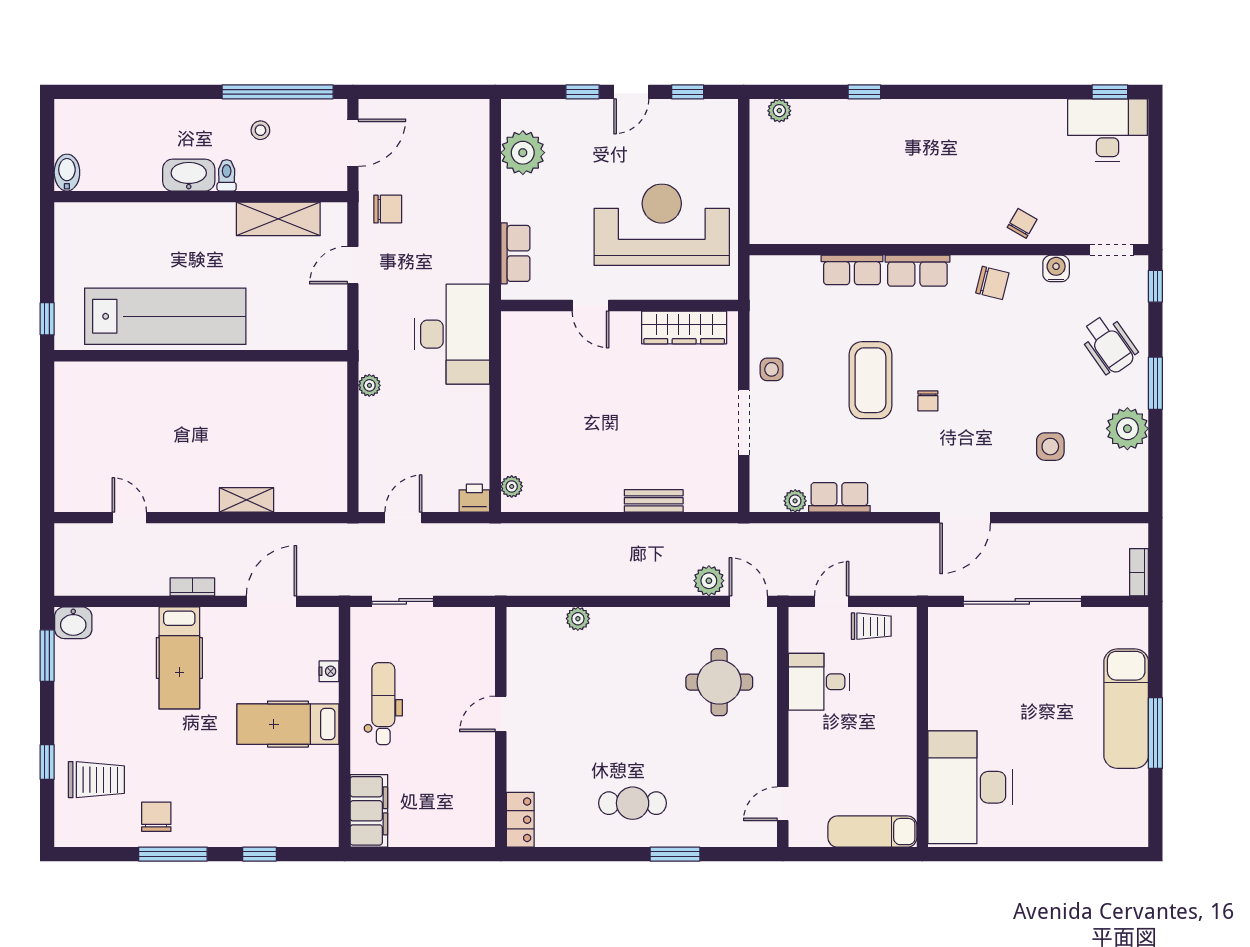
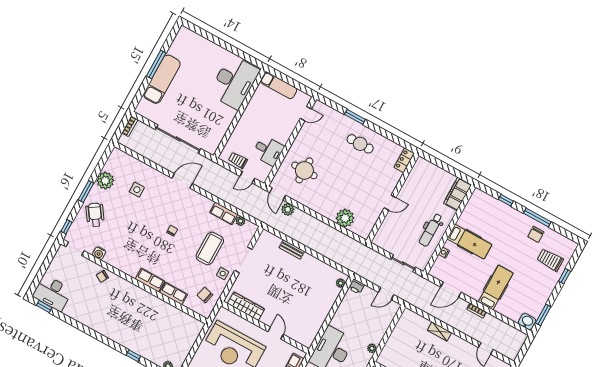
chair: (992, 283) -> (205, 295), moved
coffee table: (870, 380) -> (210, 249), moved
plant: (578, 619) -> (345, 218), width x1.88, depth x1.88

